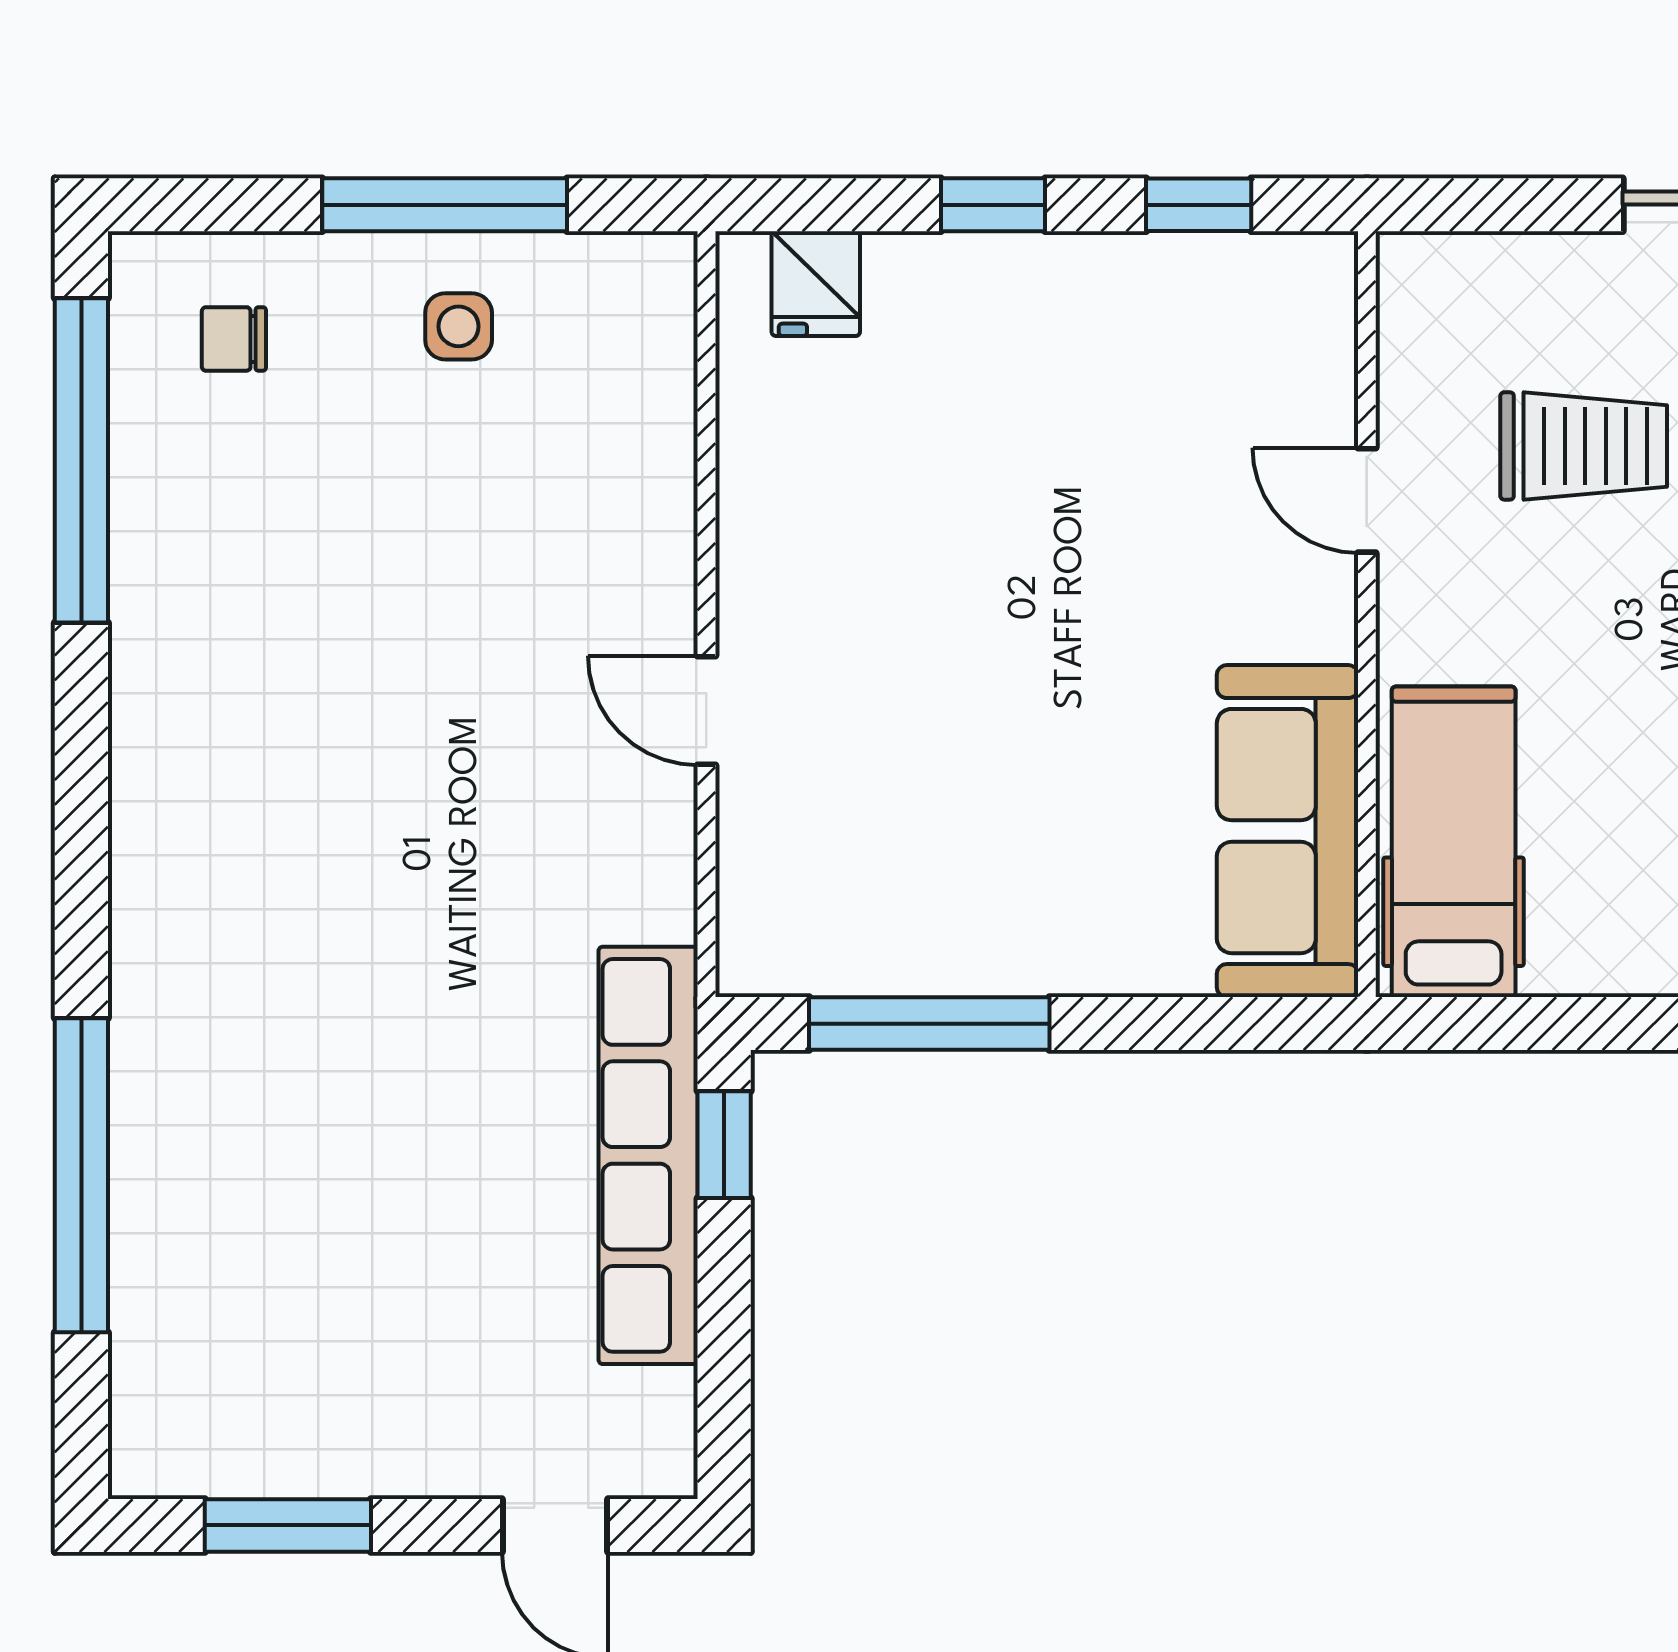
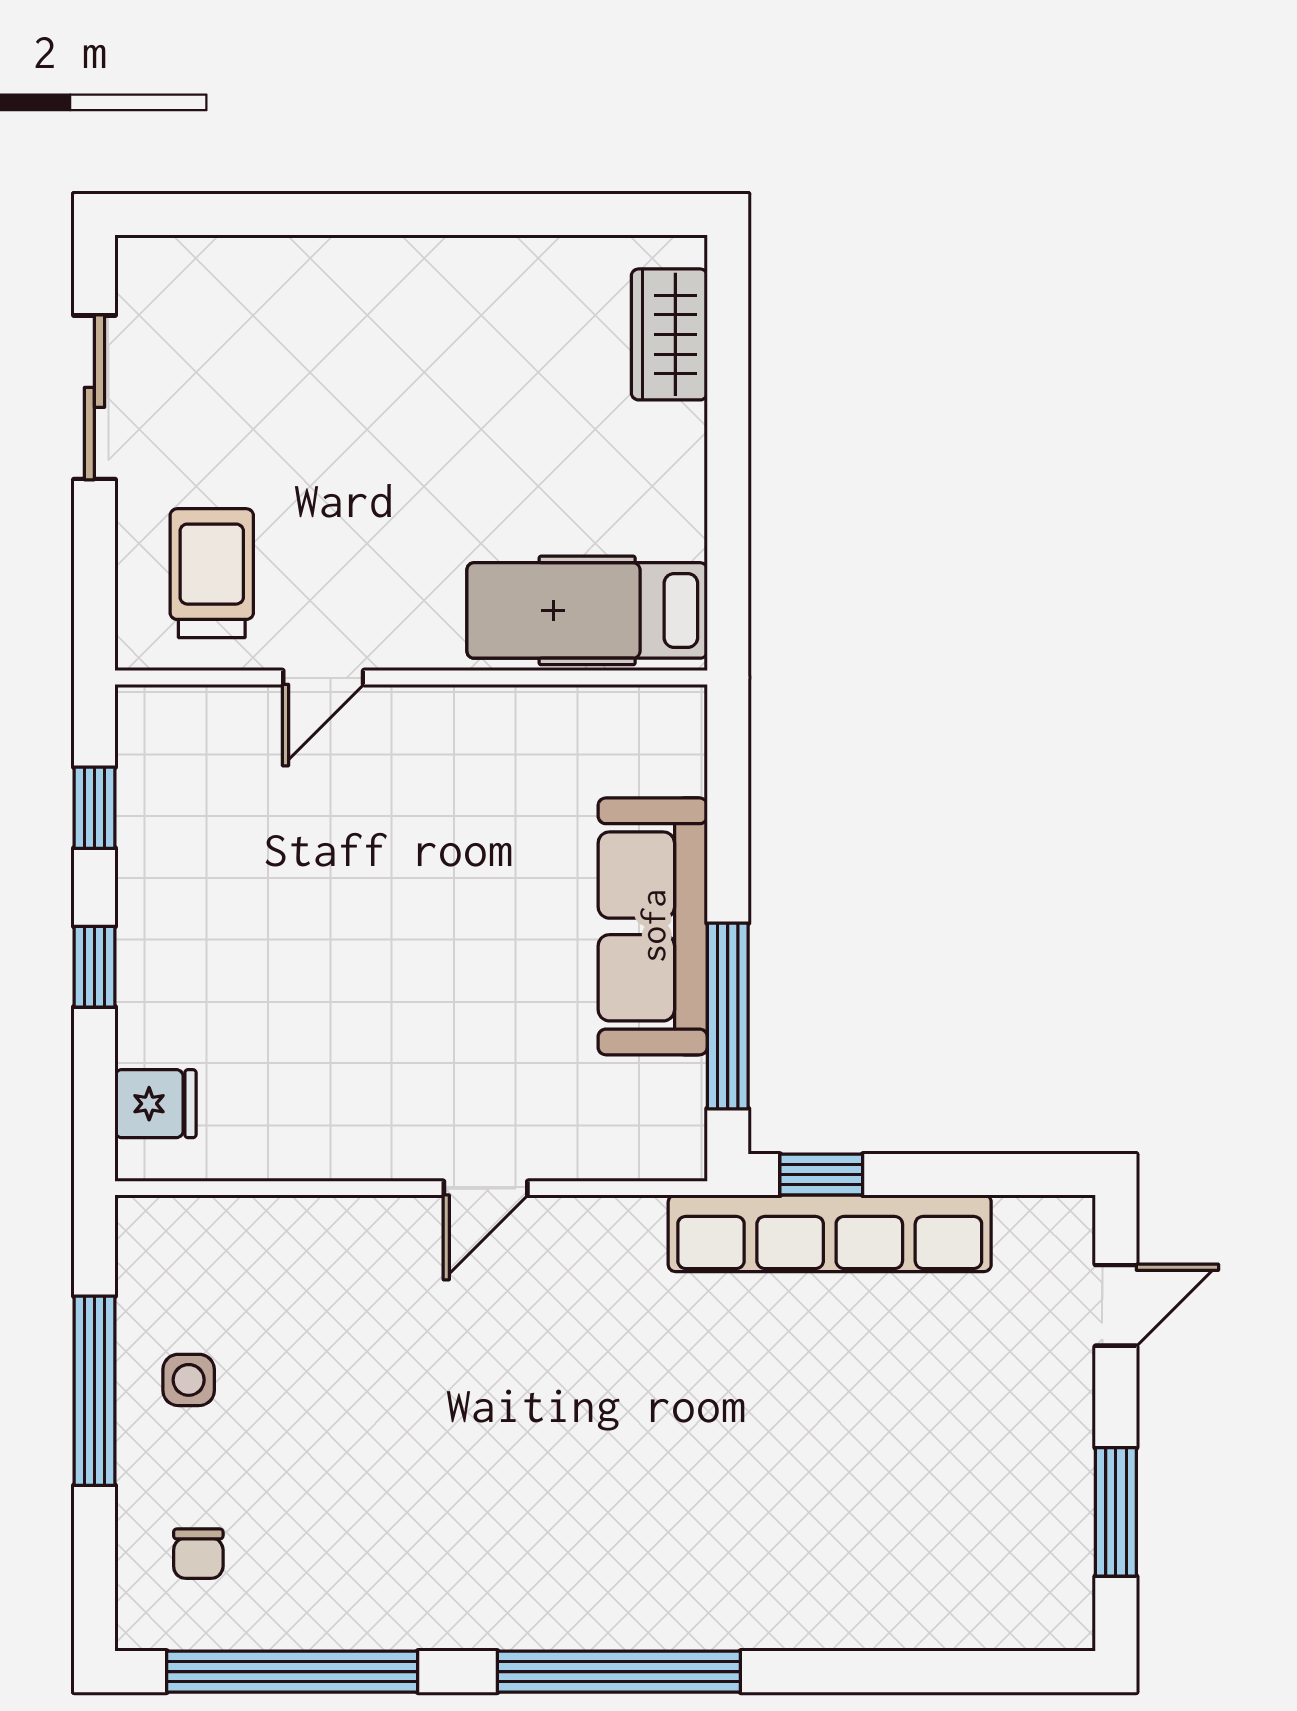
trolley: (1584, 446) -> (212, 573), moved
sofa: (1287, 831) -> (653, 926), moved, turned 90
window: (81, 1175) -> (619, 1672), moved

